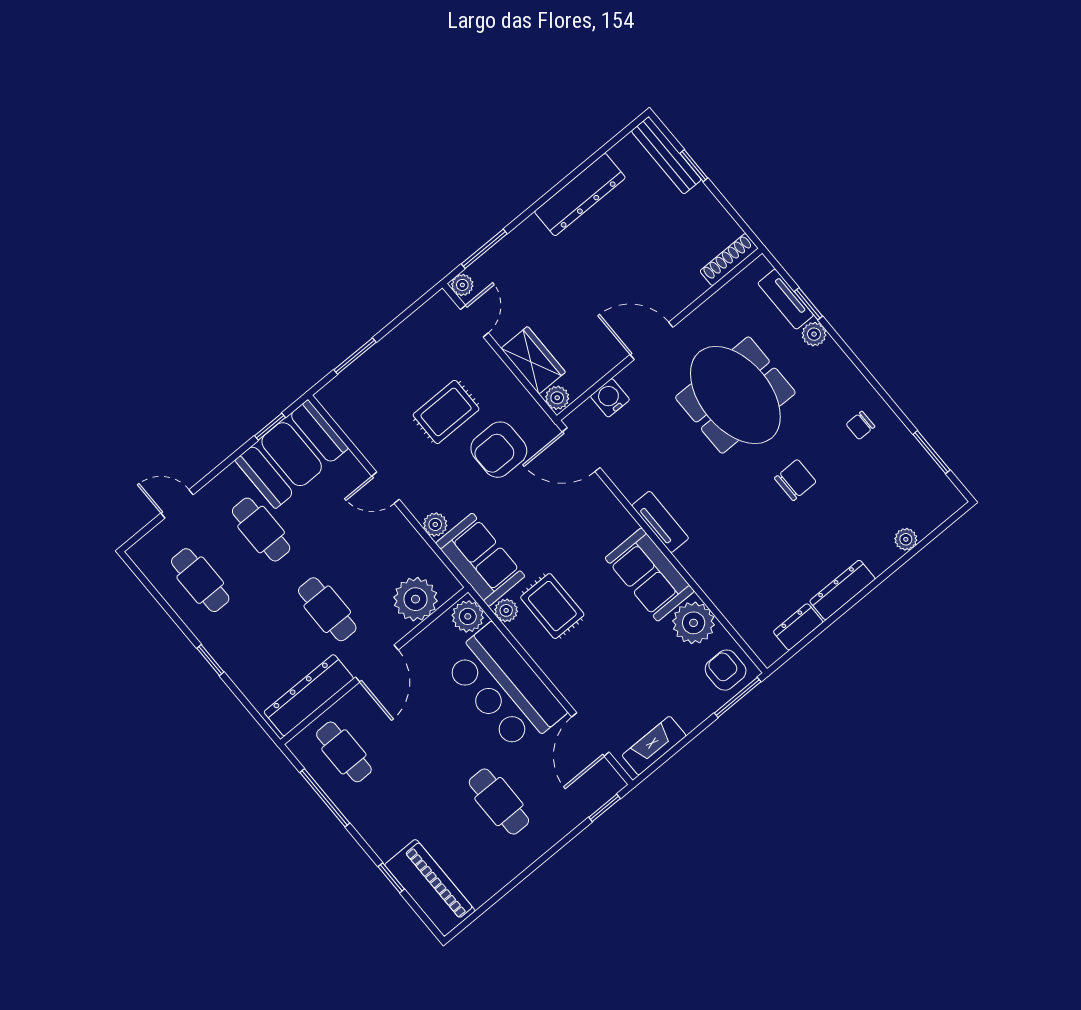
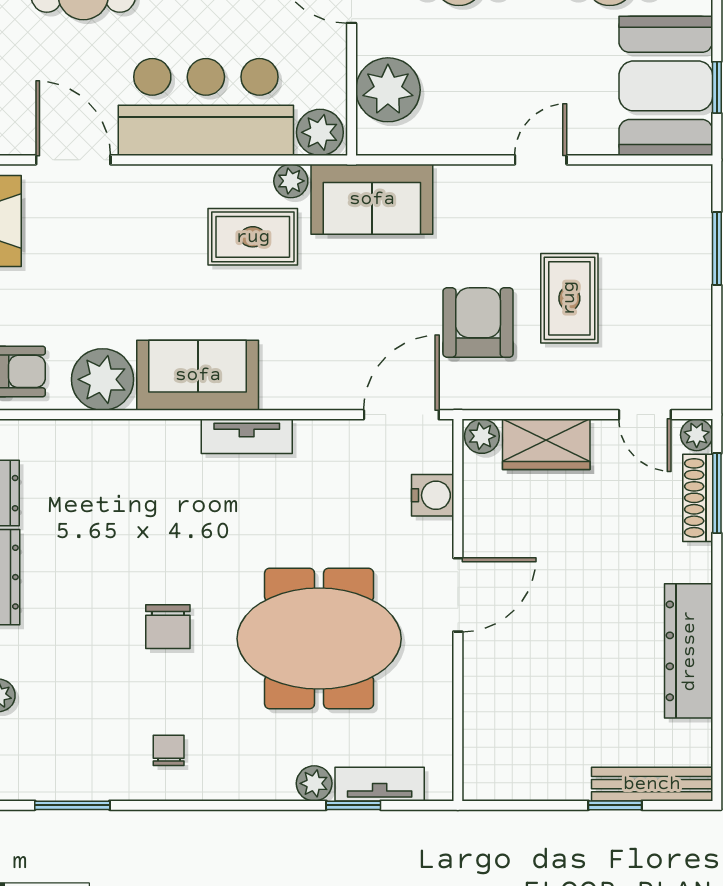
shoe rack: (729, 260) -> (698, 498), moved, turned 180
plant: (435, 524) -> (453, 181), removed

